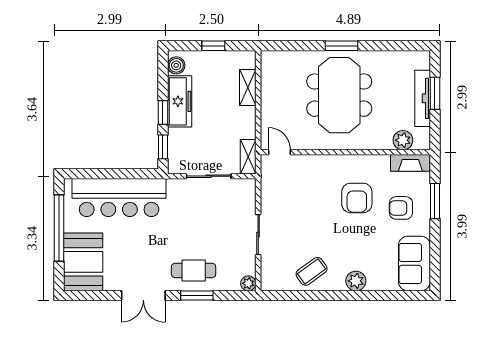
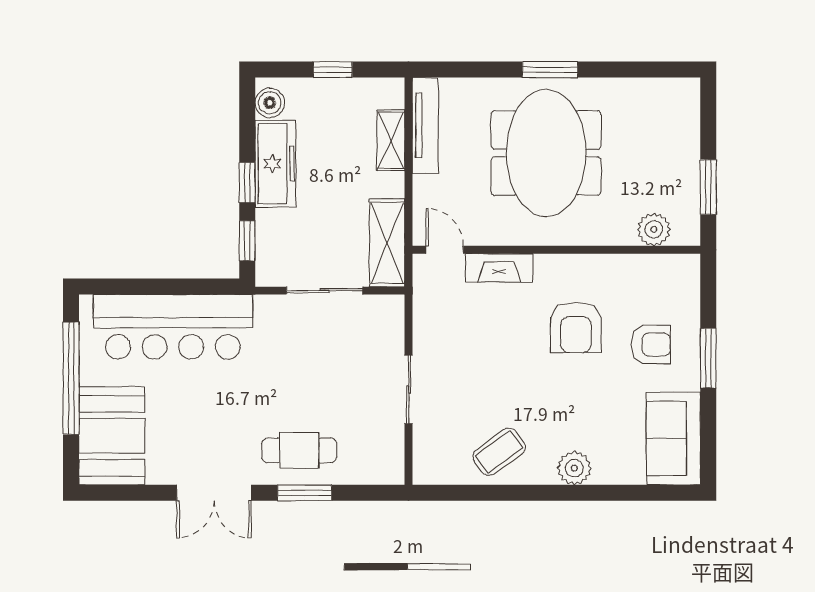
window: (435, 93) -> (708, 187), moved
tv unit: (423, 98) -> (425, 125), moved, turned 180
shelving: (248, 157) -> (387, 243), width x1.50, depth x1.33
fireplace: (410, 163) -> (499, 268), moved
window: (435, 201) -> (708, 358), moved
armchair: (401, 208) -> (651, 344), turned 180
plant: (248, 283) -> (392, 472), removed

